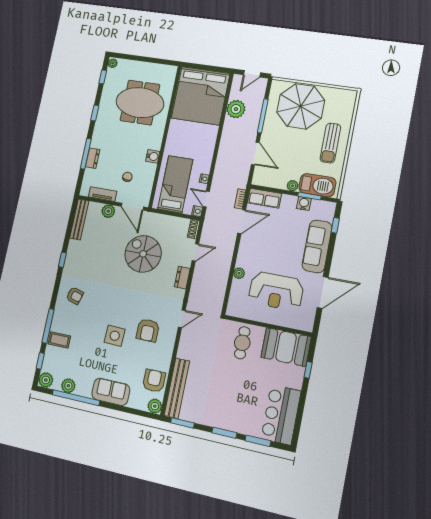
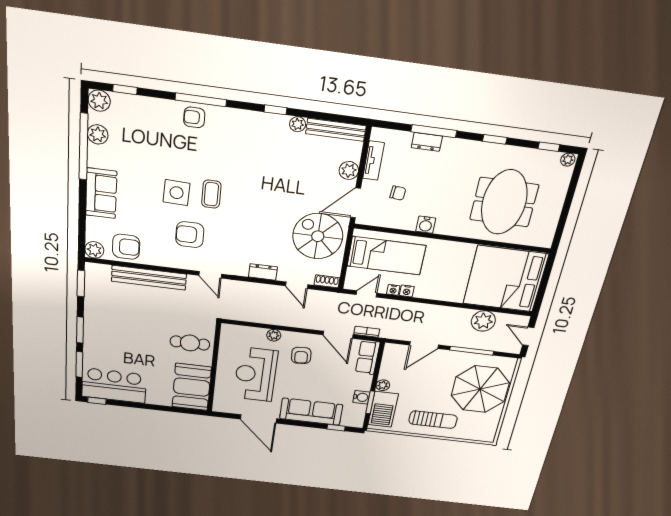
sun lounger: (330, 143) -> (433, 420), turned 180
nightstand: (197, 211) -> (407, 291), moved
plant: (73, 245) -> (298, 124), added
armchair: (259, 252) -> (301, 355), added
spiral stairs: (143, 254) -> (318, 236), moved, turned -90
armchair: (75, 296) -> (194, 117), moved, turned 74
window: (48, 326) -> (201, 100), moved
coffee table: (59, 340) -> (211, 194), moved
window: (308, 370) -> (97, 401), moved
bench: (177, 388) -> (149, 278), moved

